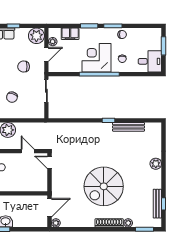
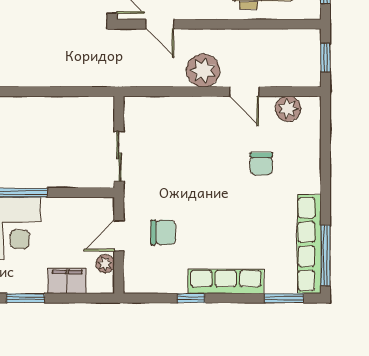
plant: (36, 36) -> (141, 276), removed
chair: (24, 67) -> (163, 232), moved
chair: (12, 97) -> (194, 142), removed

